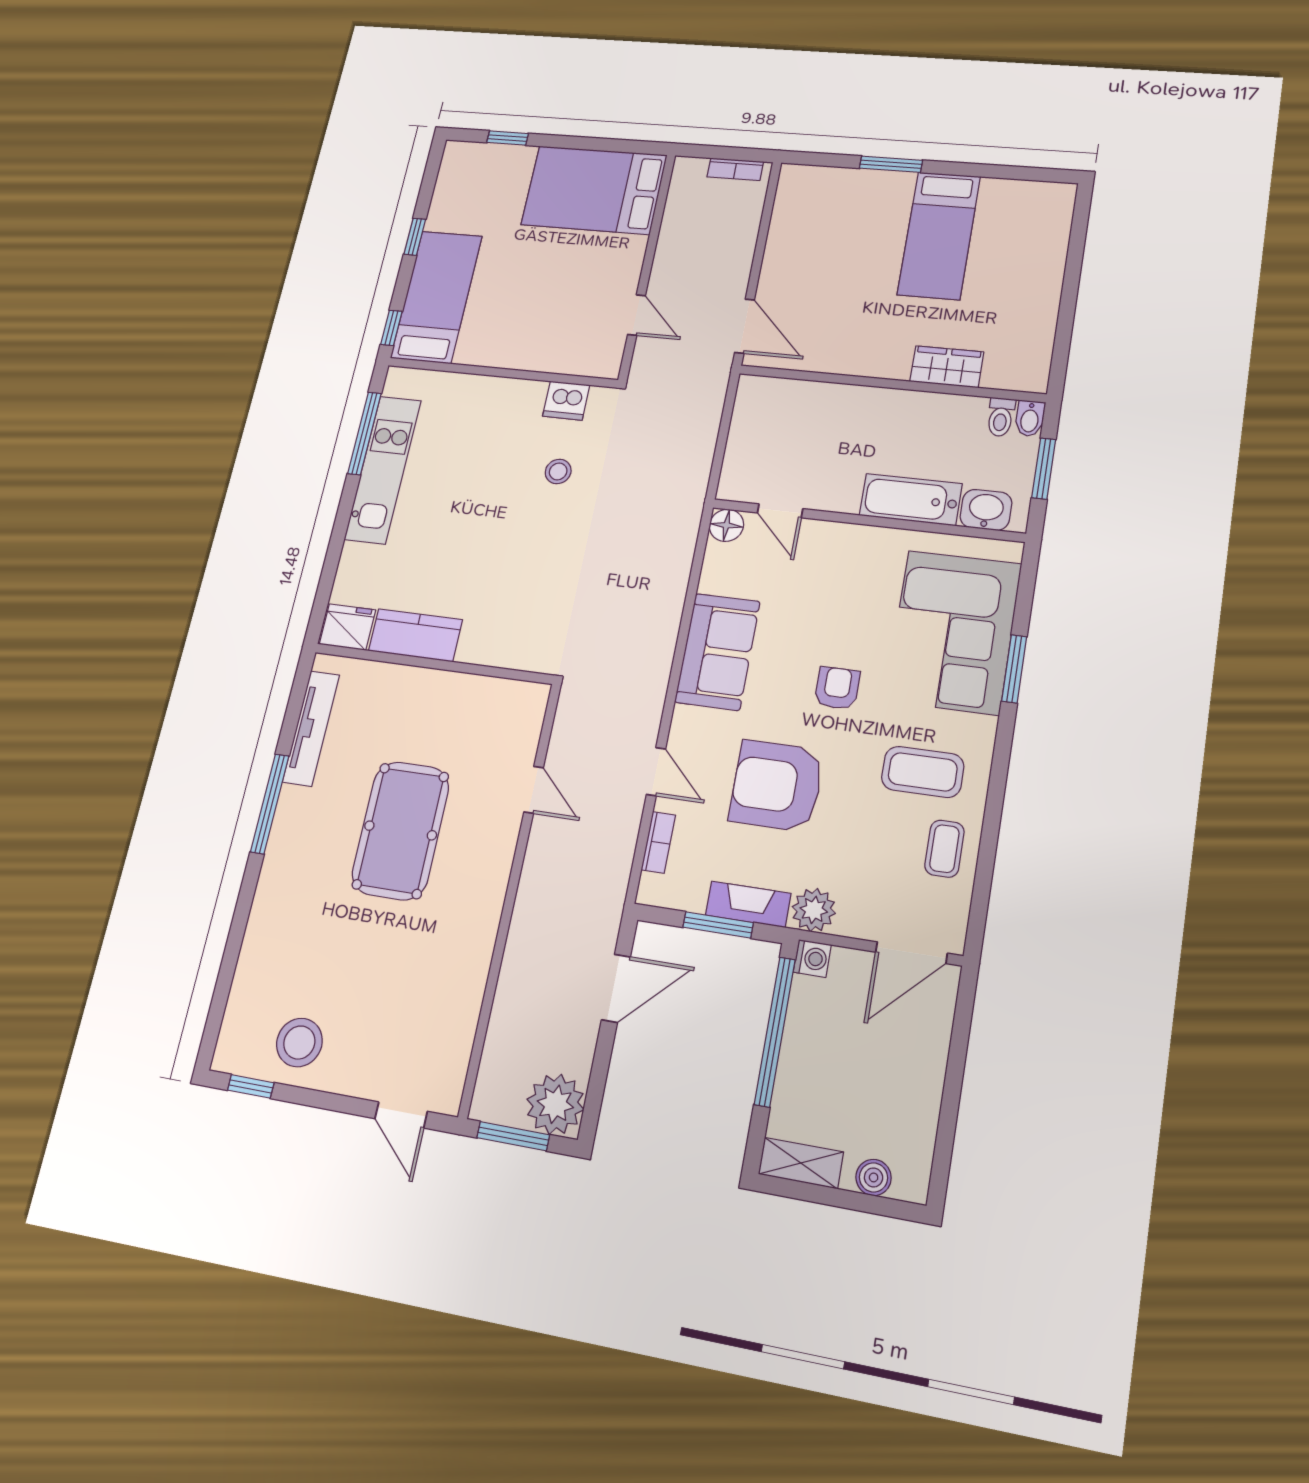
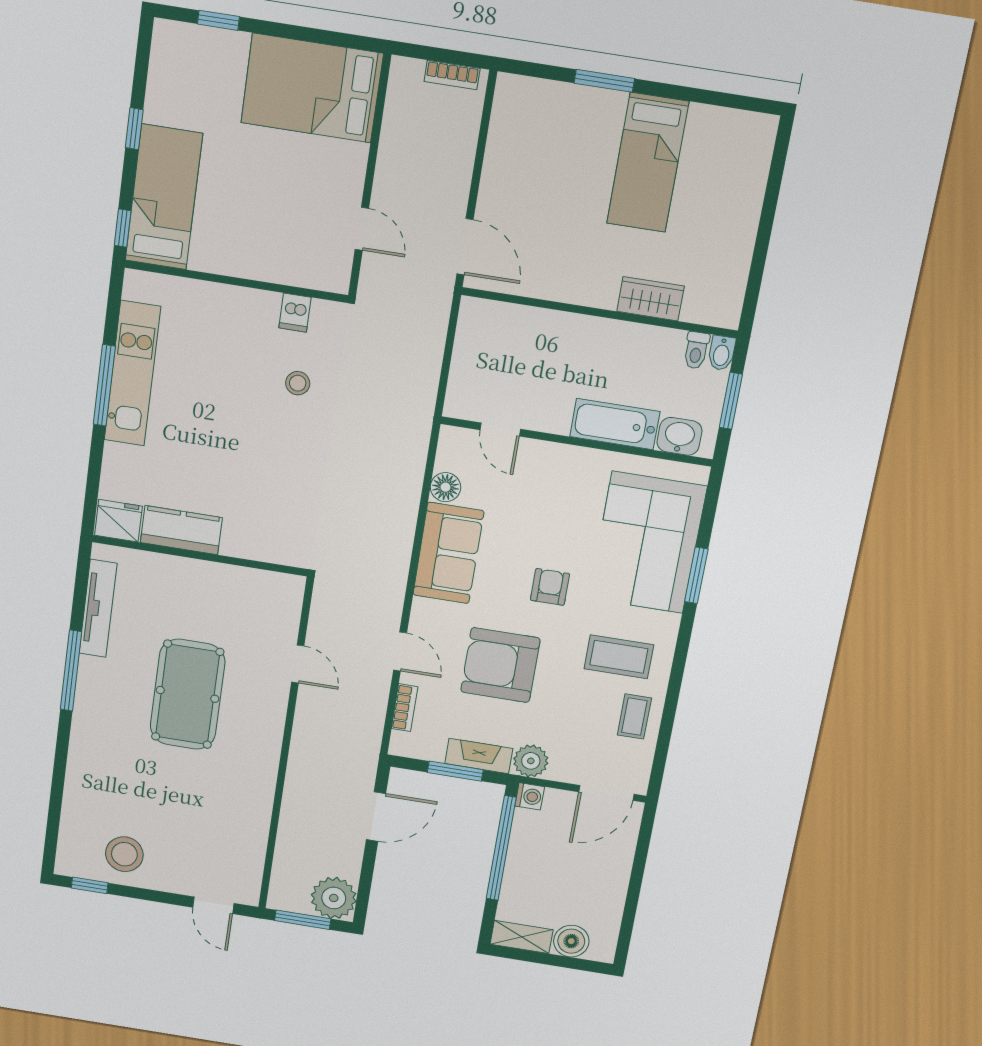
dishwasher: (566, 401) -> (295, 313), width x0.73
window: (364, 433) -> (104, 385), moved
floor lamp: (726, 525) -> (446, 487), moved
boiler: (874, 1177) -> (571, 941), width x1.36, depth x1.36

